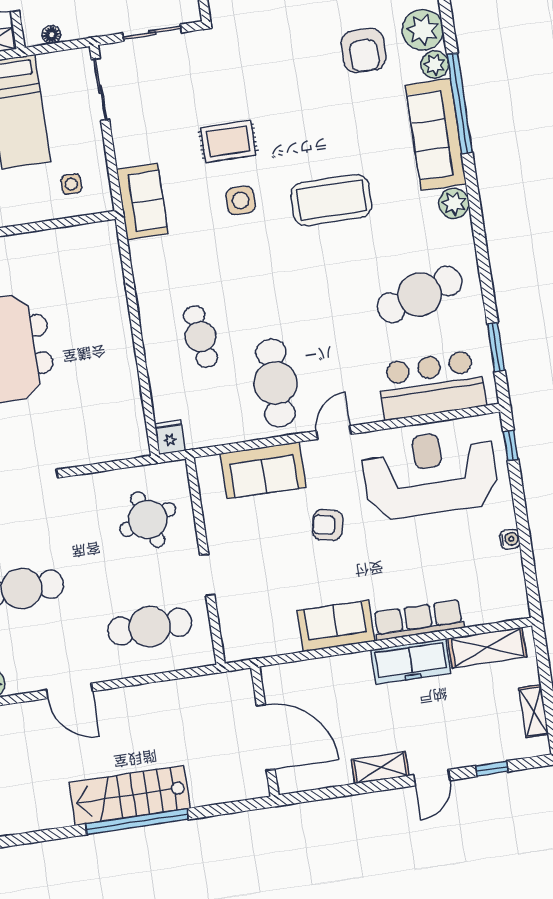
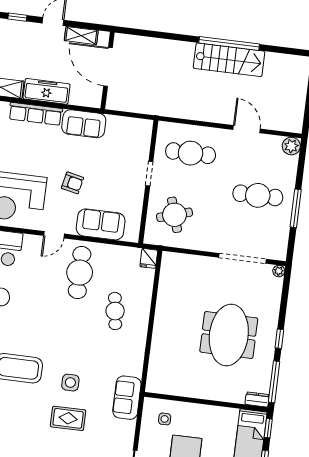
wall: (265, 731) -> (107, 70), moved
door: (266, 738) -> (108, 67), moved

